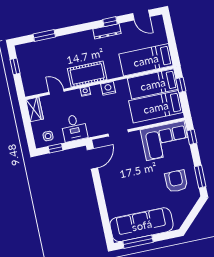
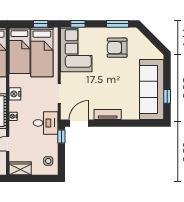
window: (181, 85) -> (41, 24), moved
desk: (74, 128) -> (46, 123), moved
window: (56, 148) -> (61, 136), moved
door: (92, 159) -> (79, 123), hinge flipped
tv unit: (107, 186) -> (108, 115), added
window: (138, 242) -> (167, 96), width x0.46

